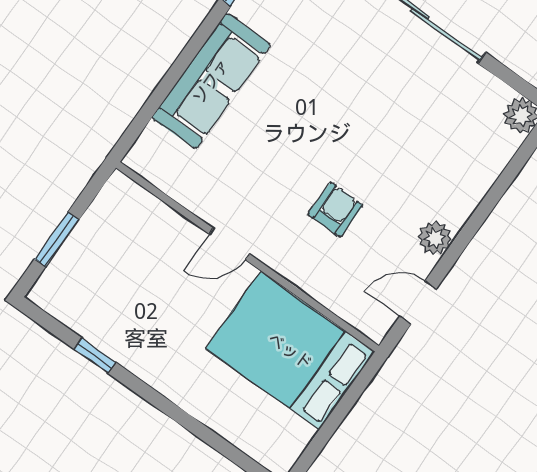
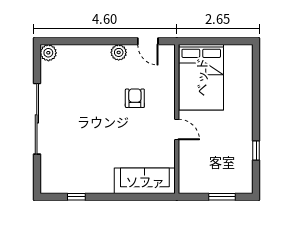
sofa: (211, 81) -> (145, 181), moved
armchair: (335, 210) -> (135, 98), turned 90

